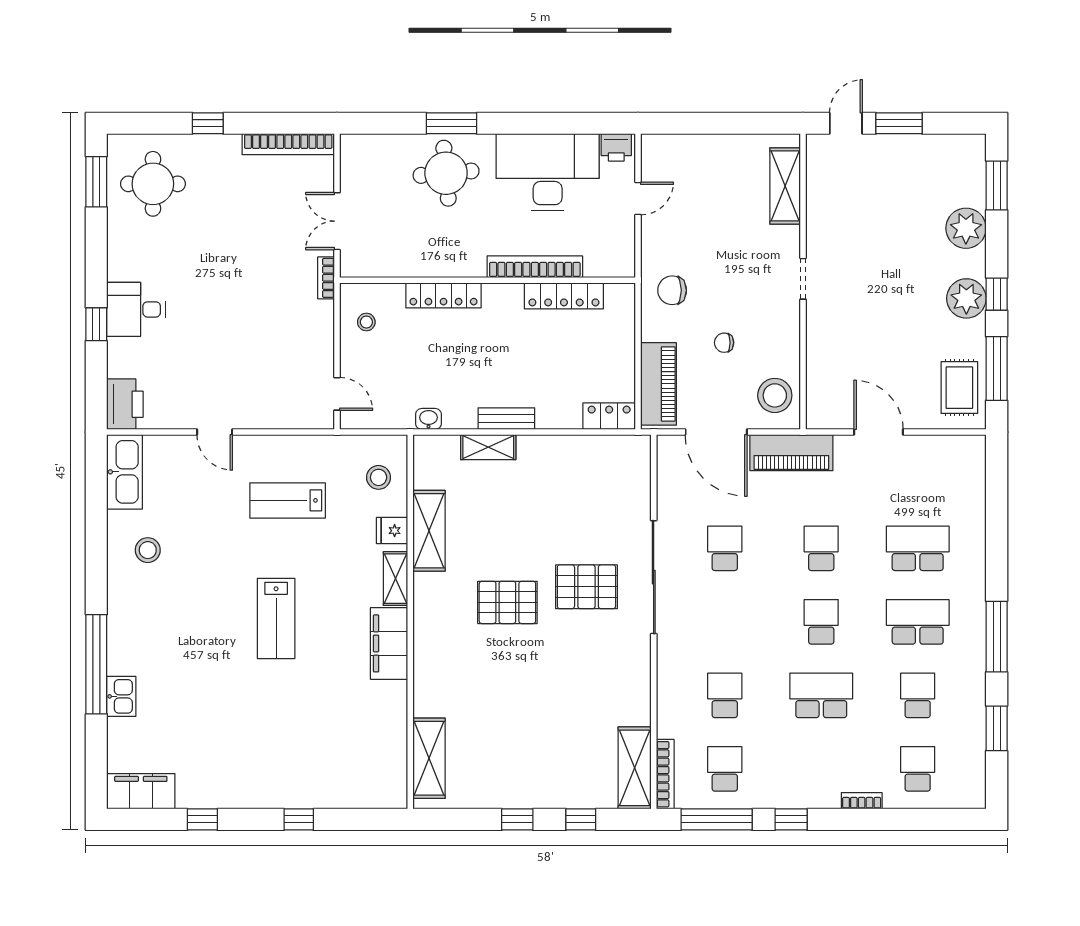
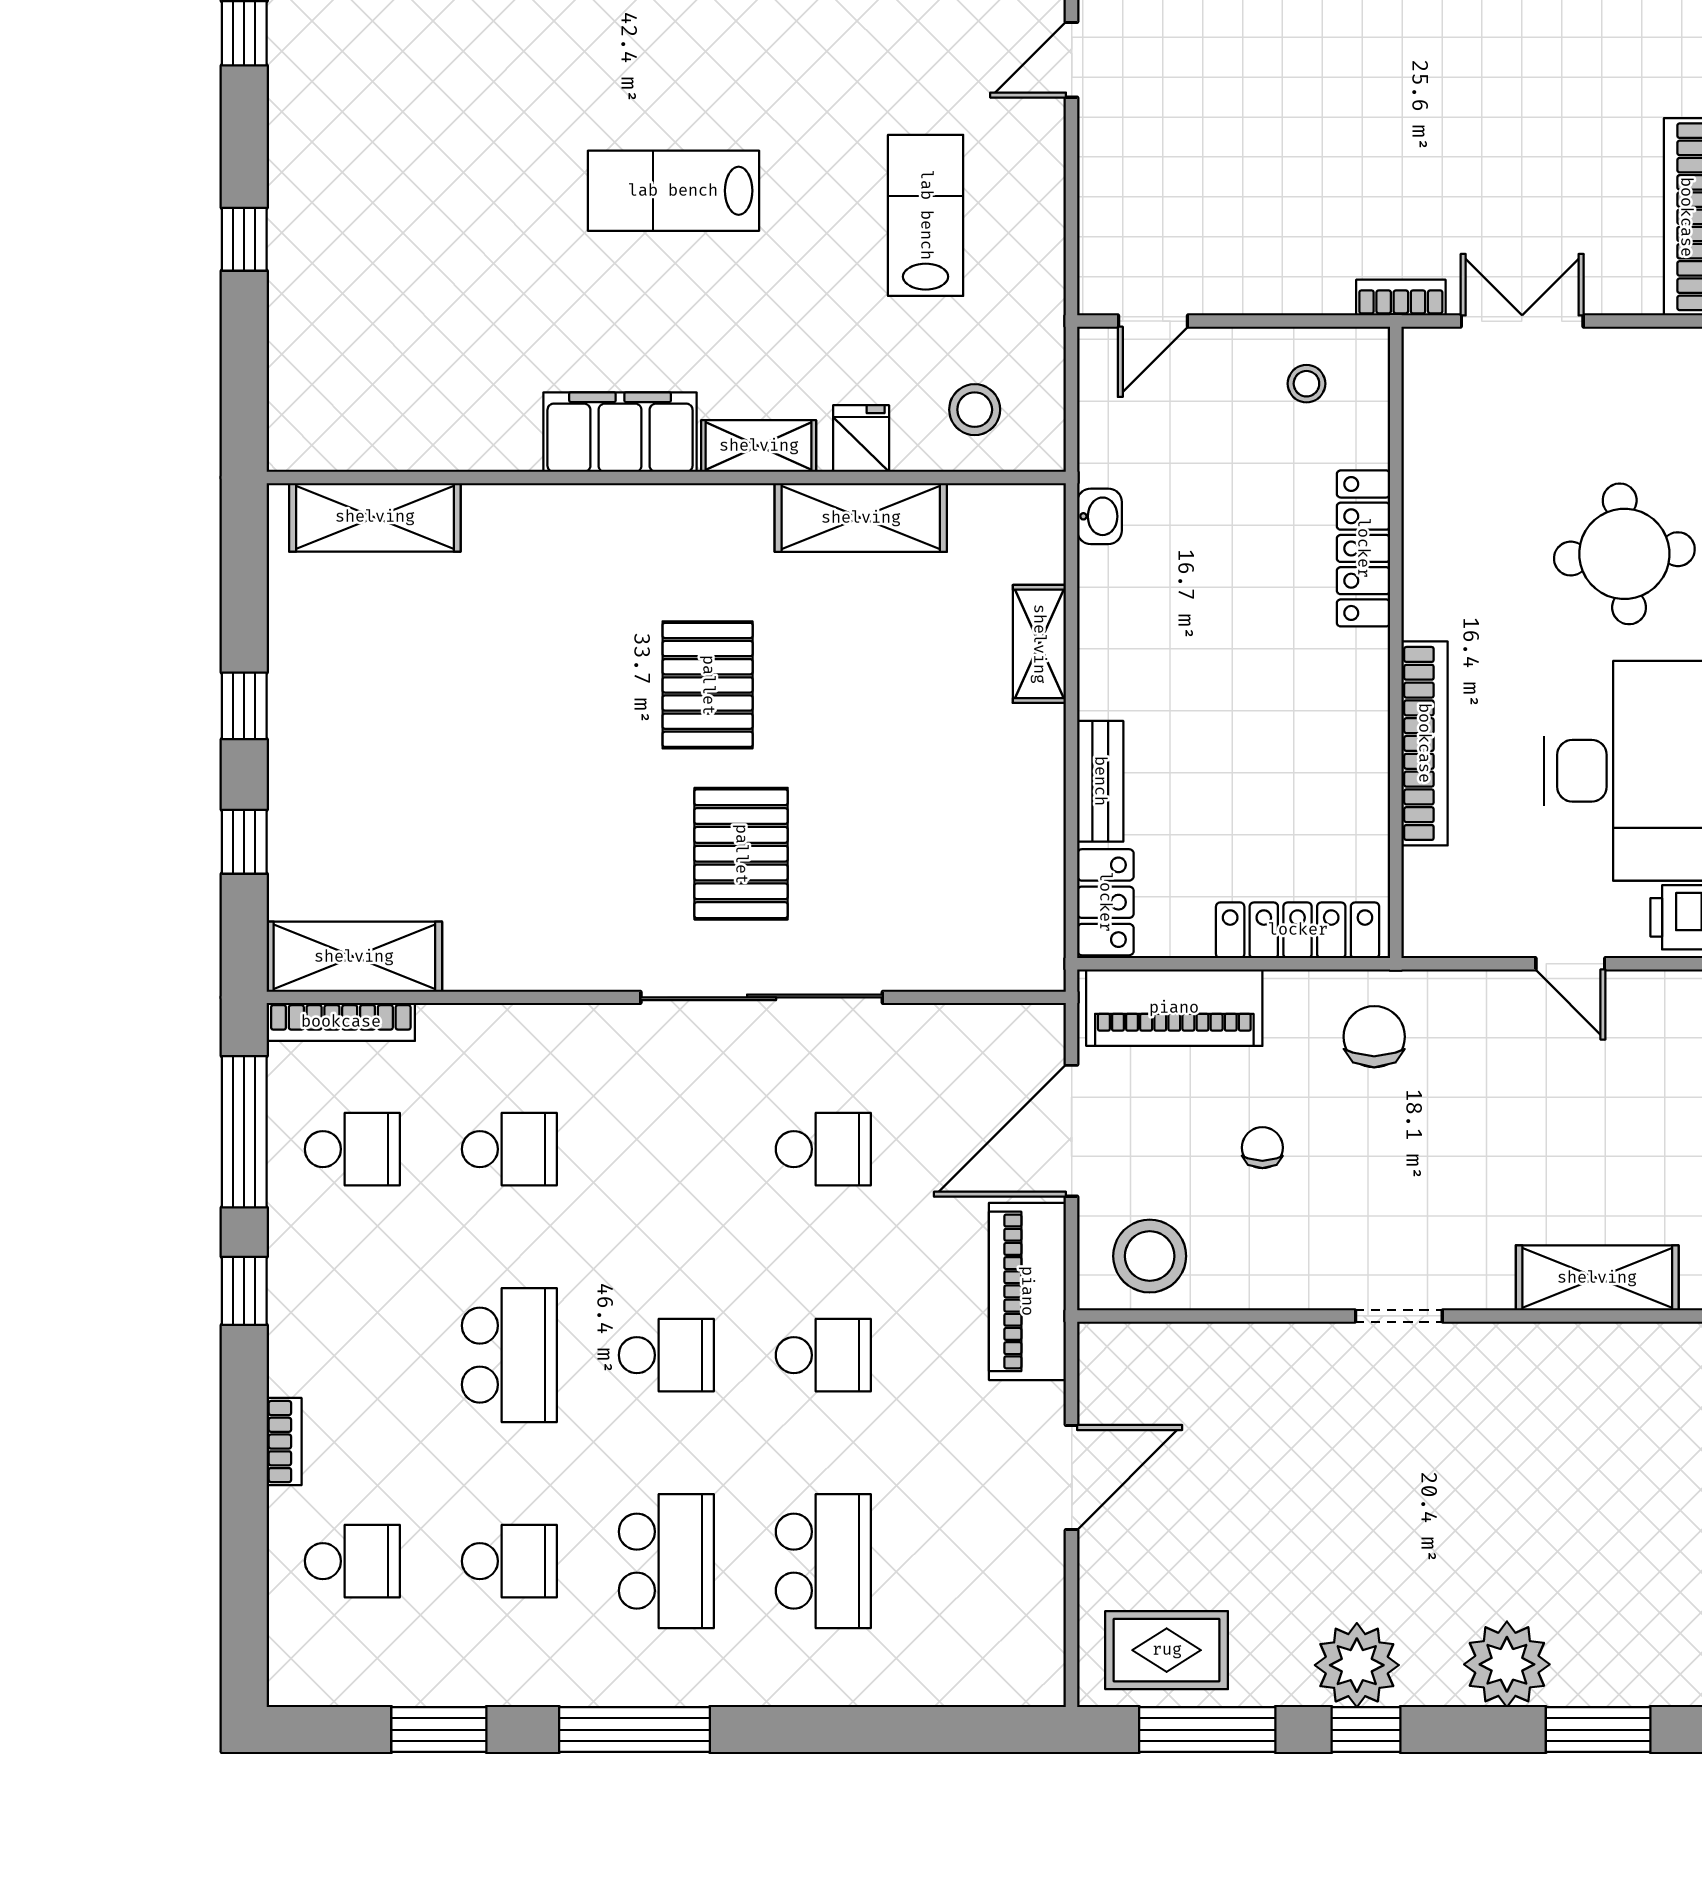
locker: (564, 296) -> (1298, 930), moved, turned 90
bench: (506, 419) -> (1100, 781), moved

